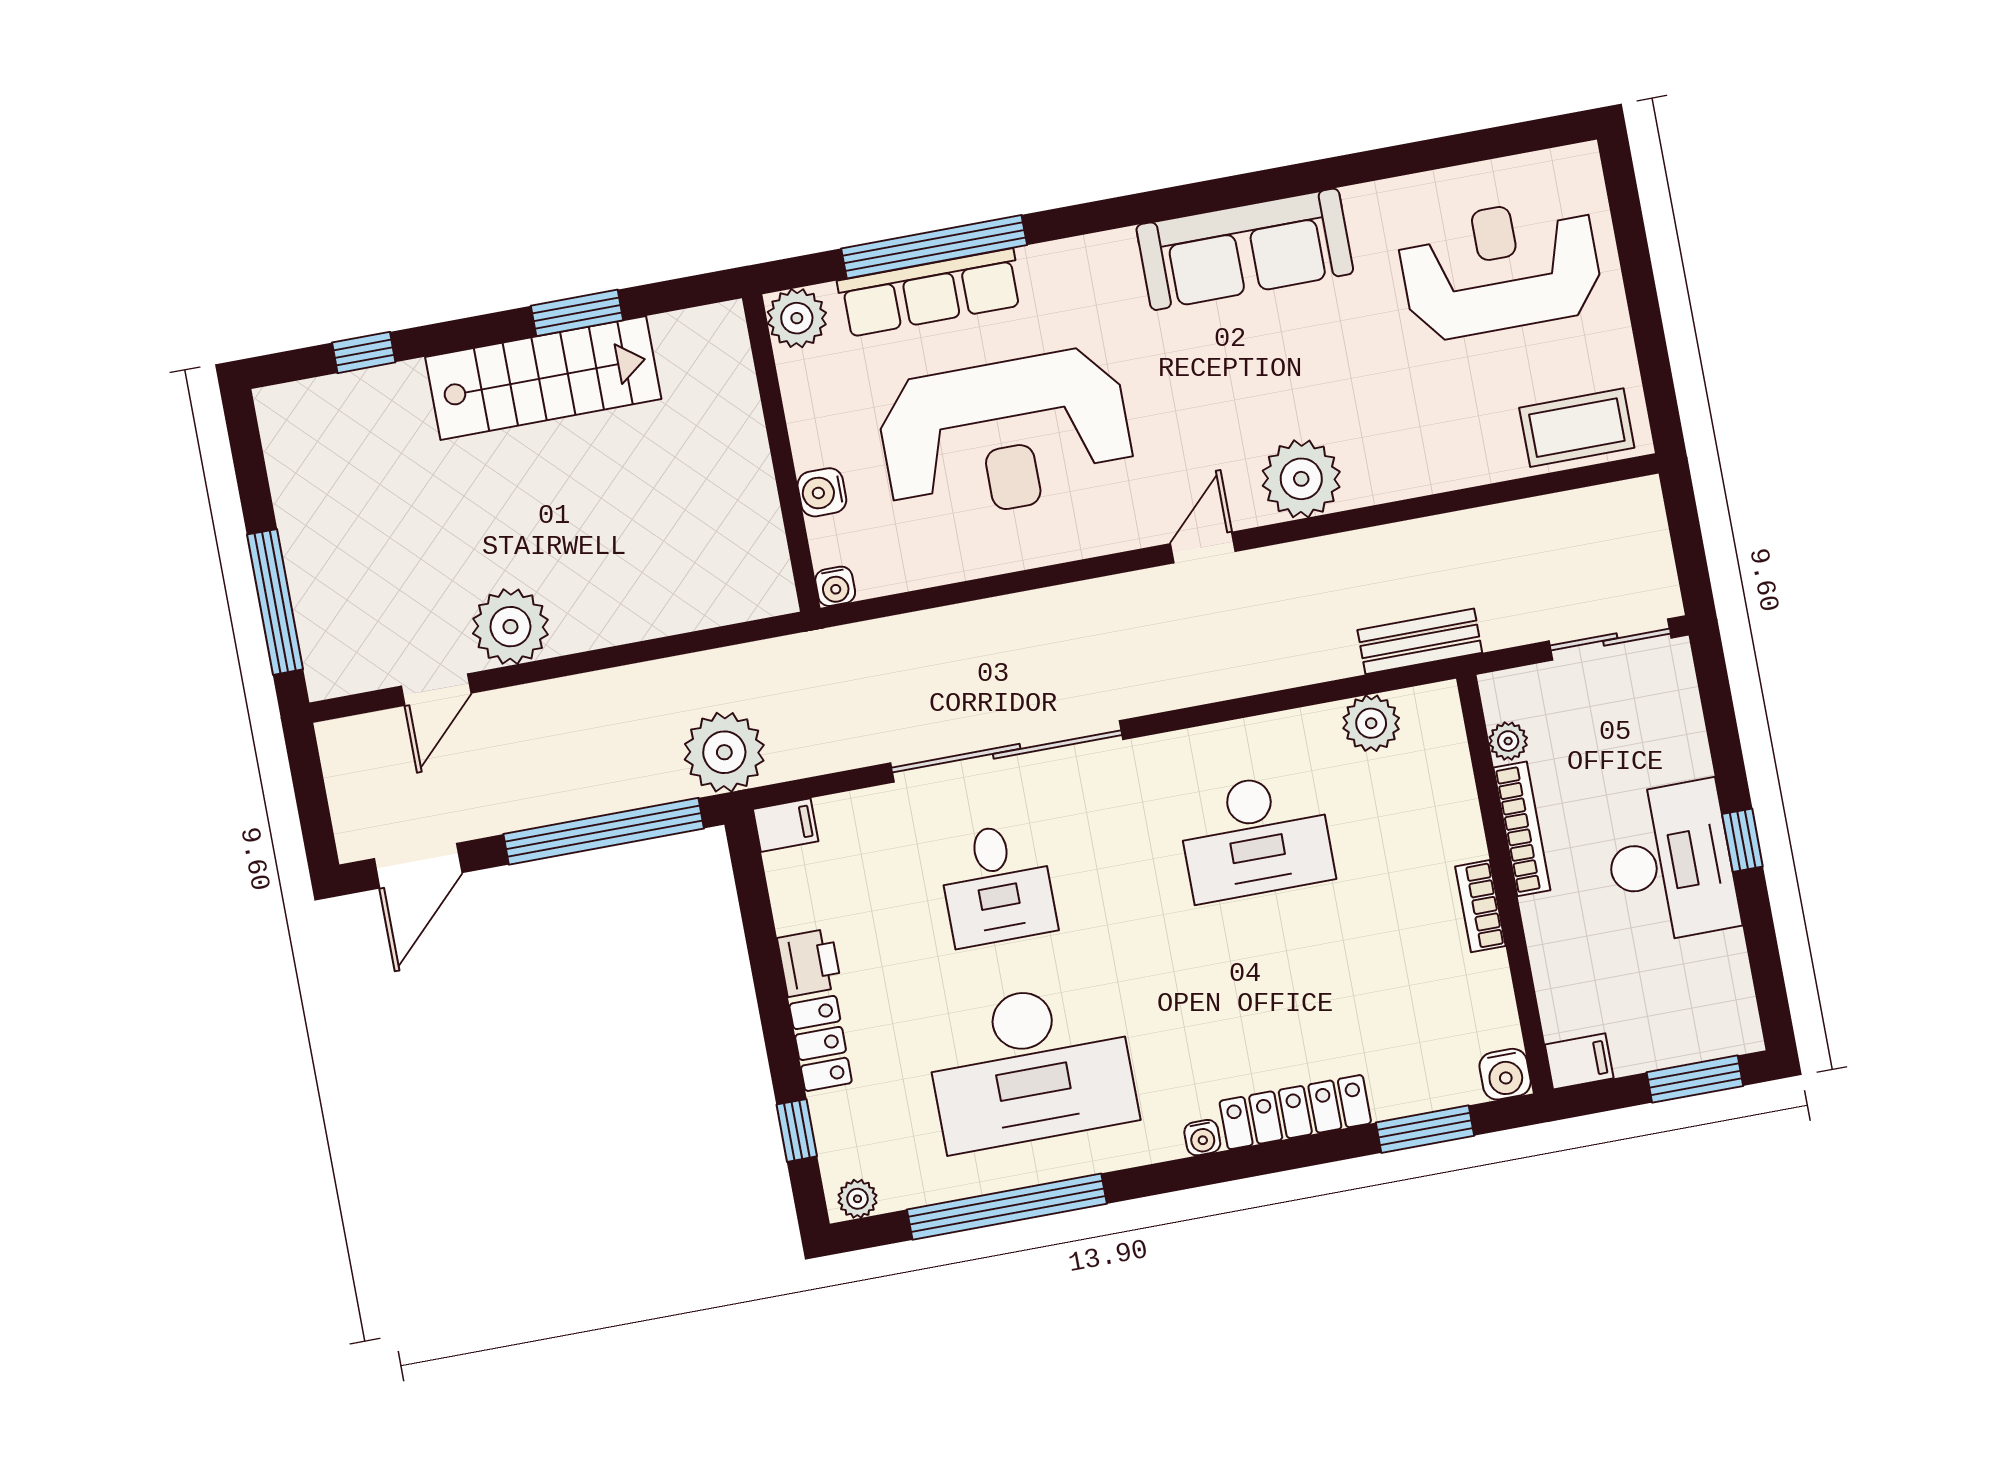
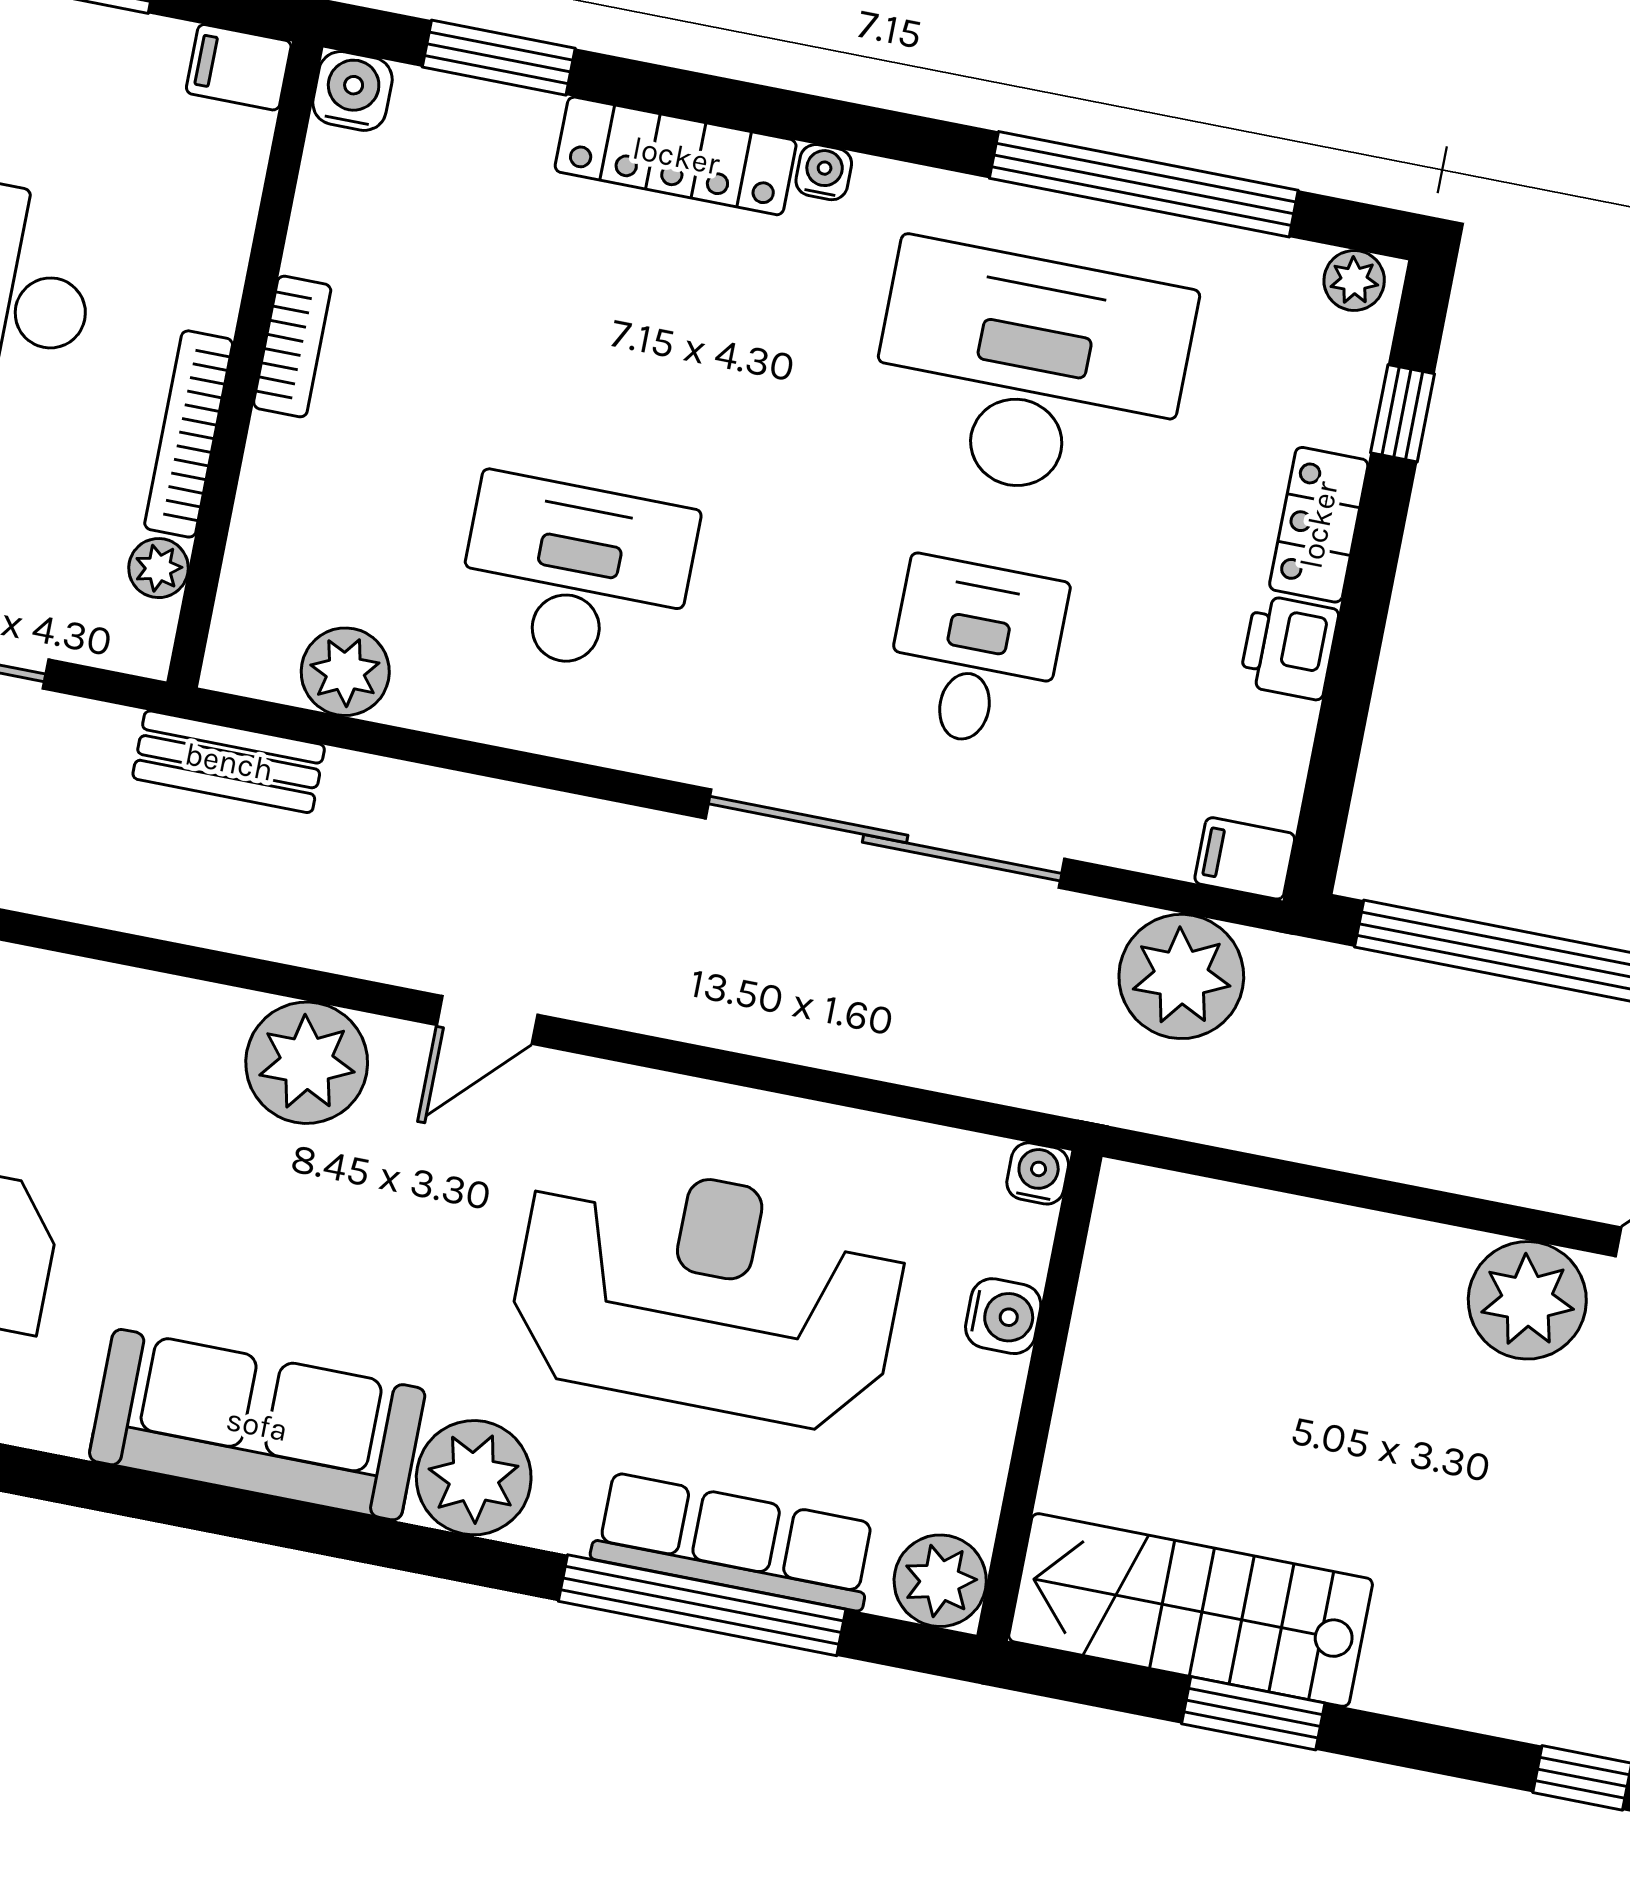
plant: (1102, 269) -> (474, 1478), added
stairs: (543, 378) -> (1191, 1610), moved
plant: (724, 752) -> (1181, 976), moved

